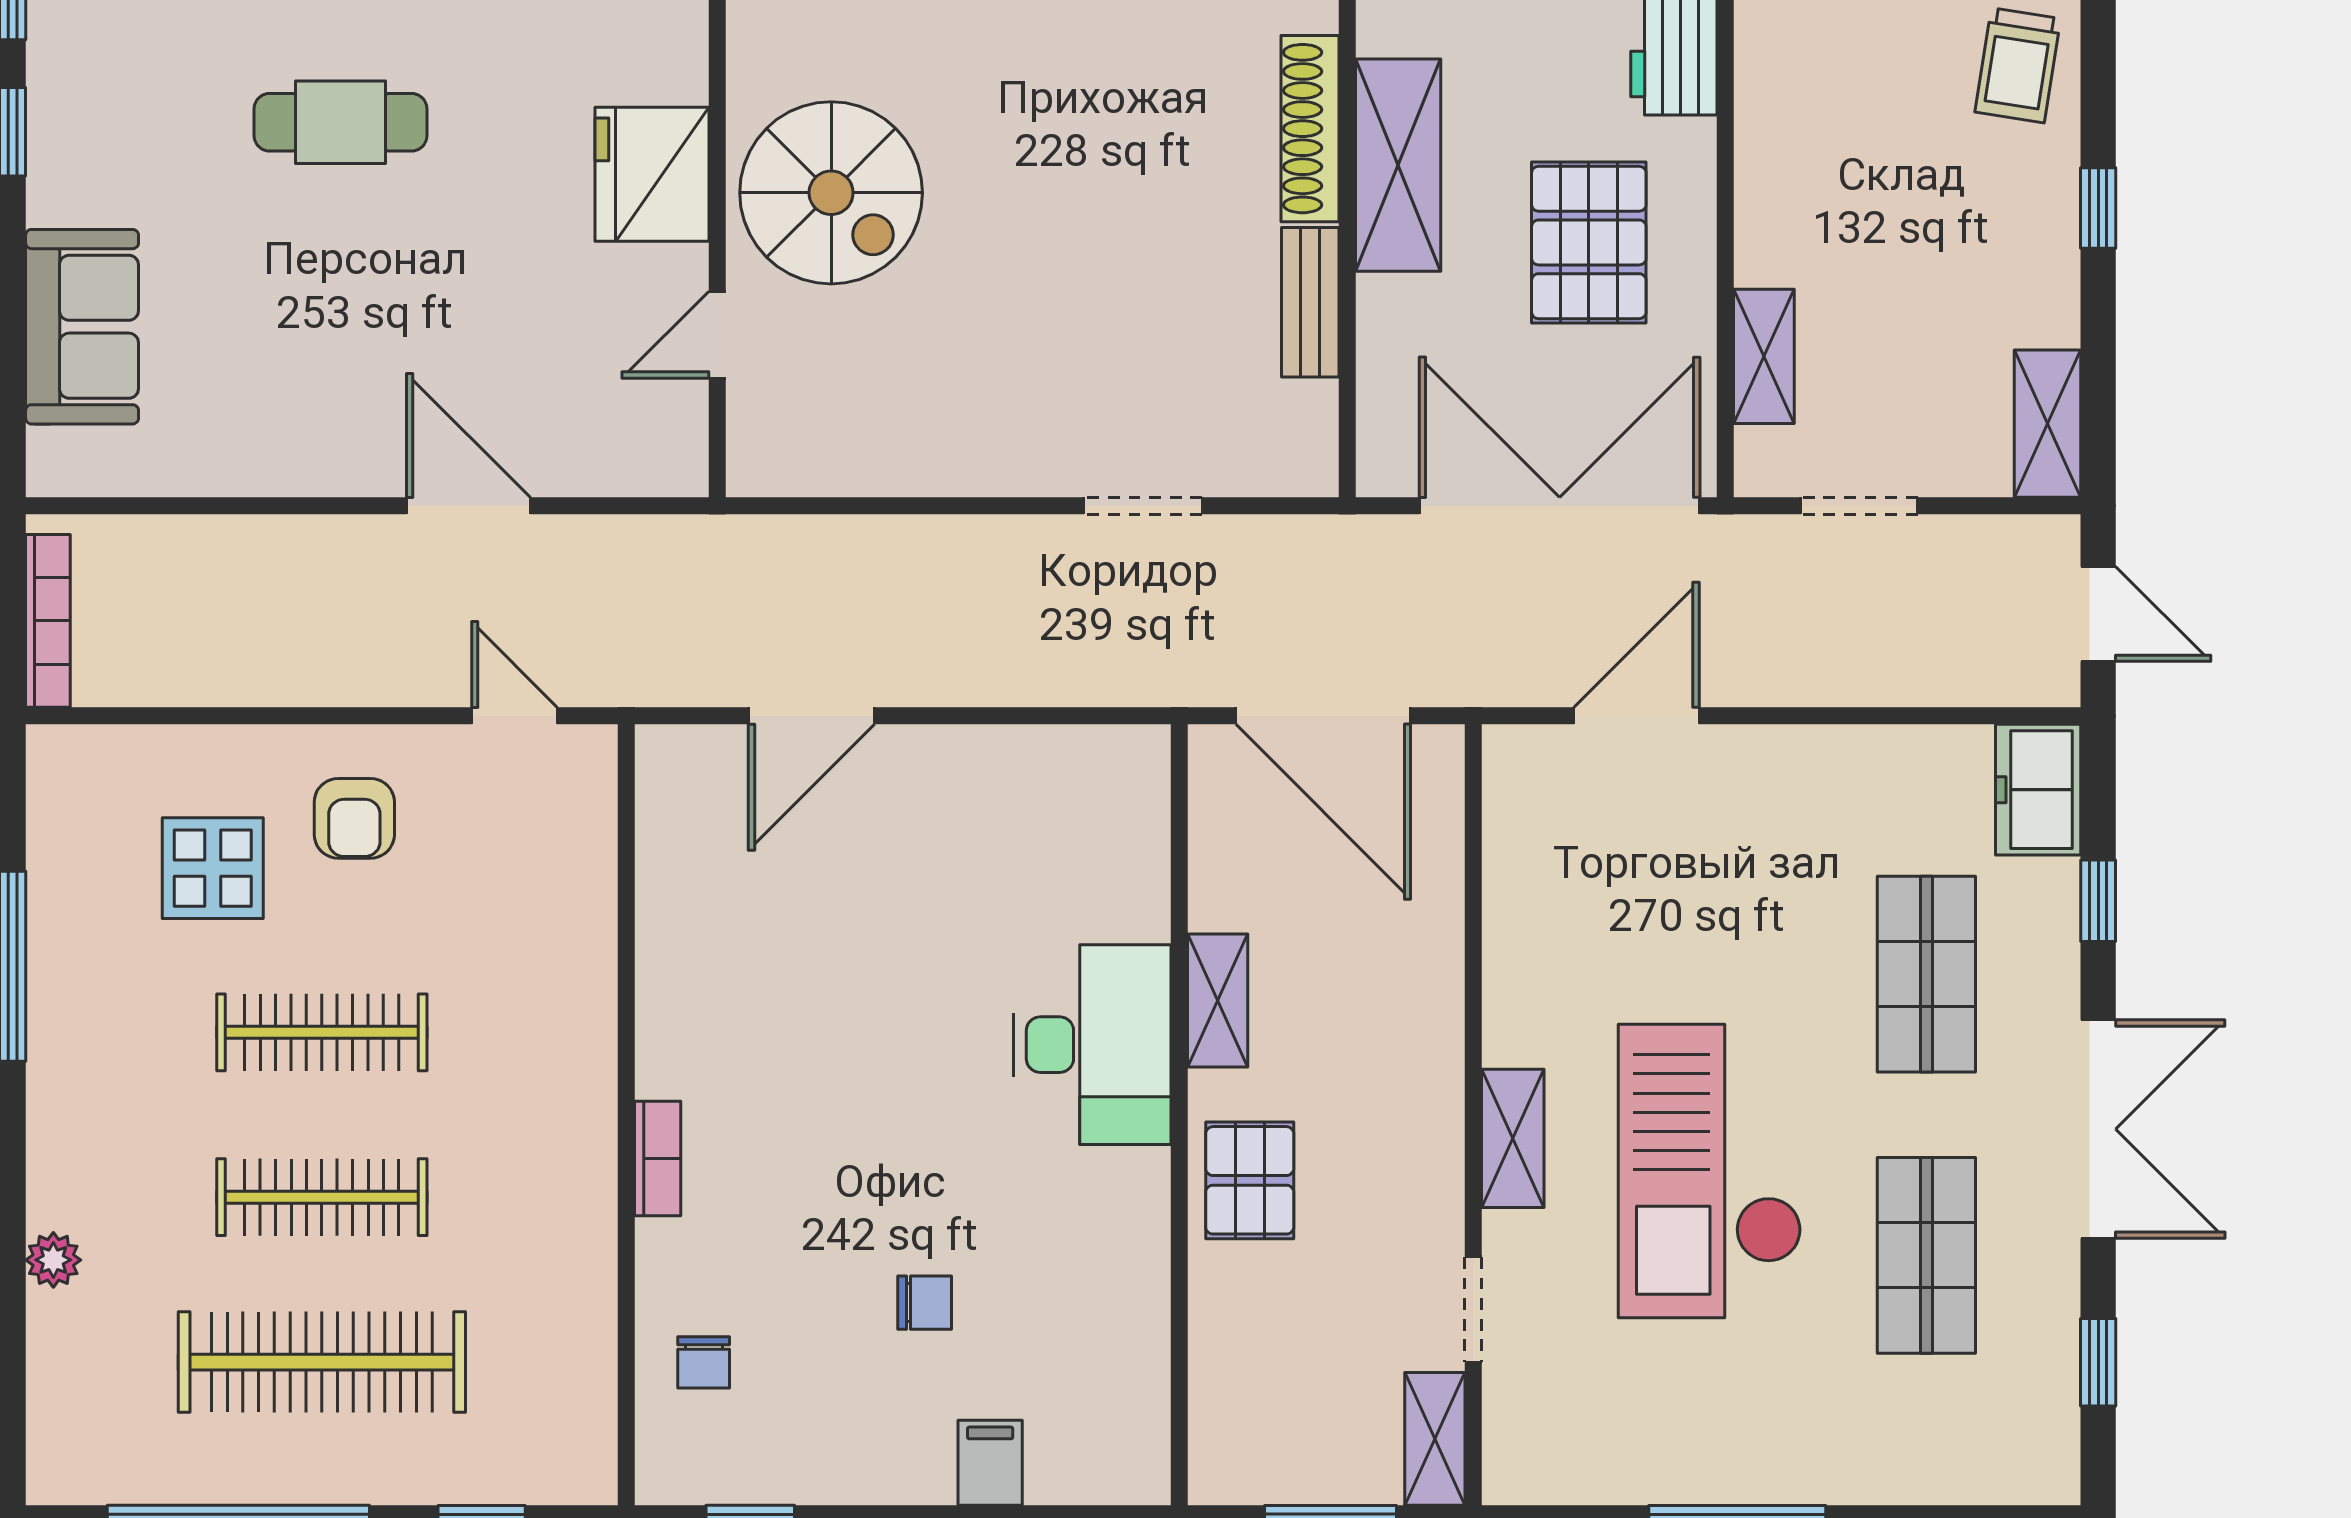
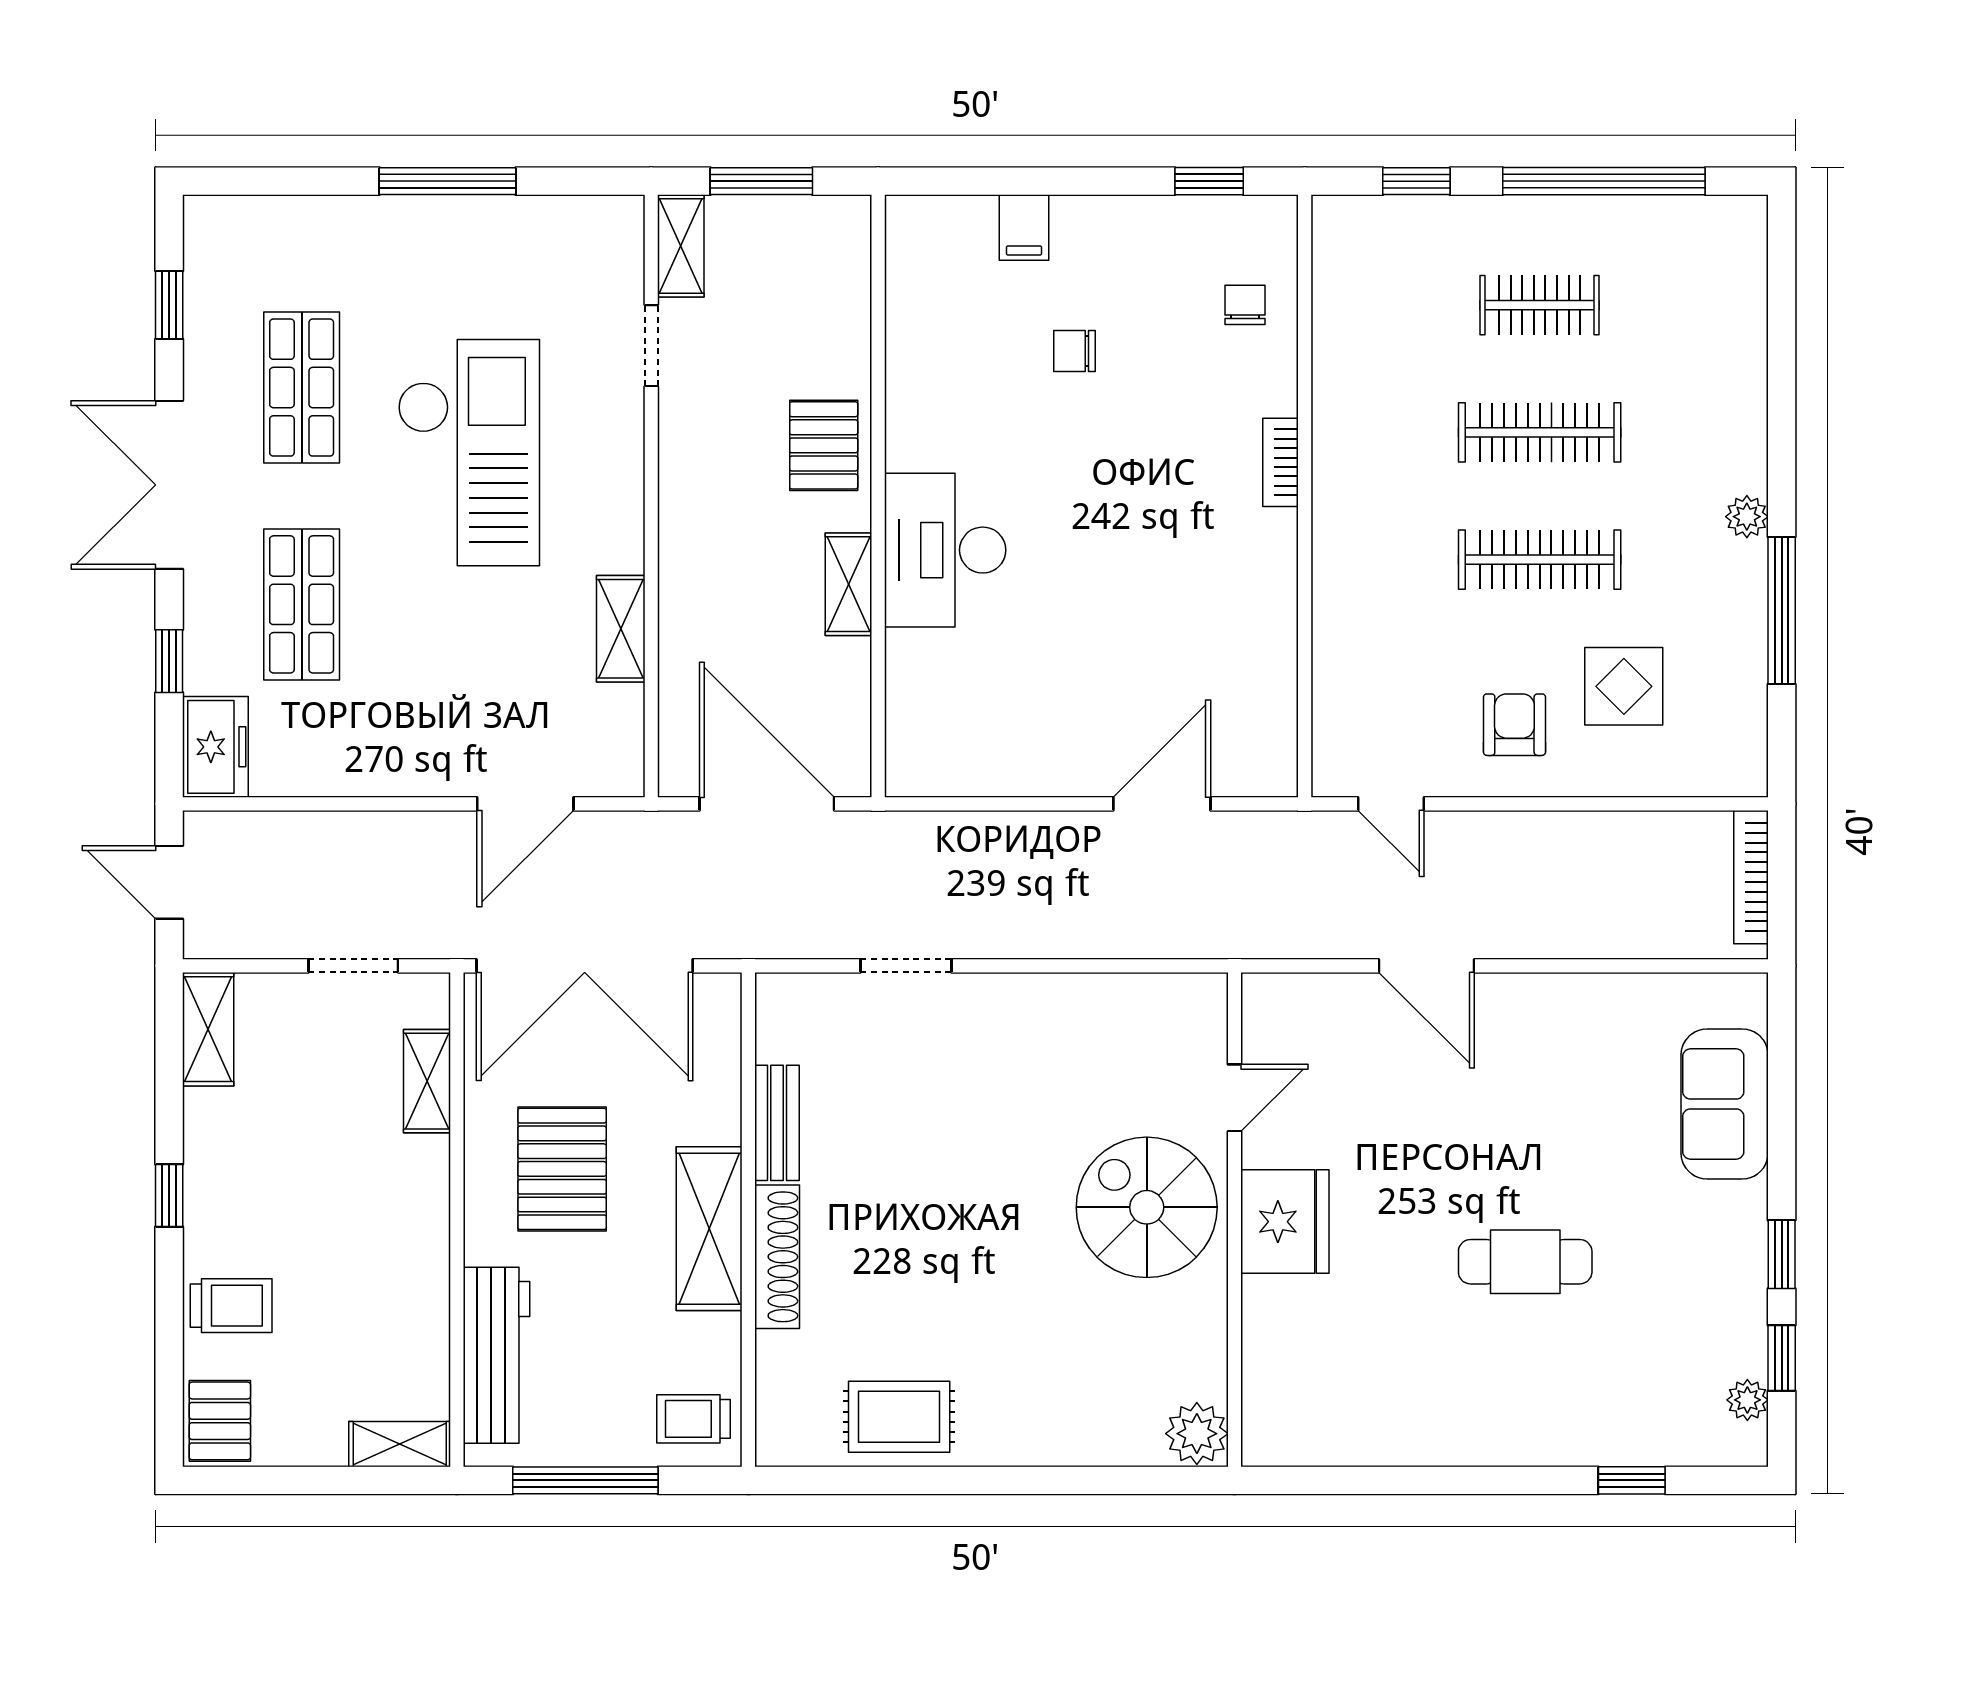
trolley: (2018, 65) -> (231, 1306), turned 81
shelving: (1513, 1138) -> (621, 629), moved
plant: (53, 1260) -> (1747, 517), moved
clothes rail: (322, 1362) -> (1540, 305), width x0.54, depth x0.76

